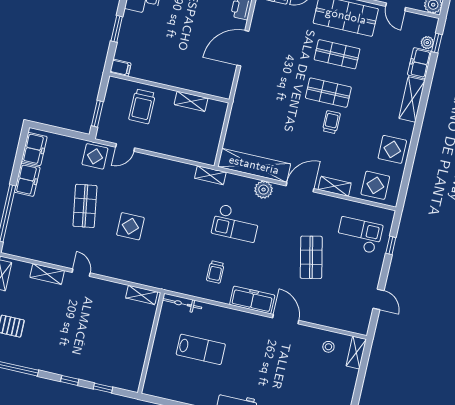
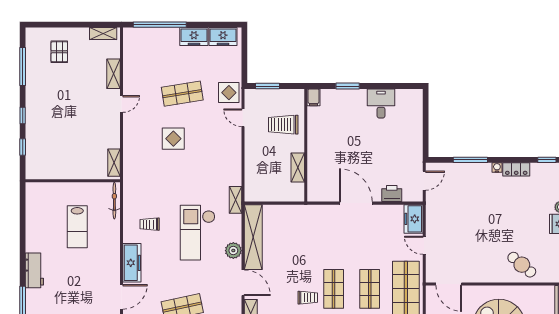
checkout: (236, 223) -> (198, 233), width x1.36, depth x1.21

